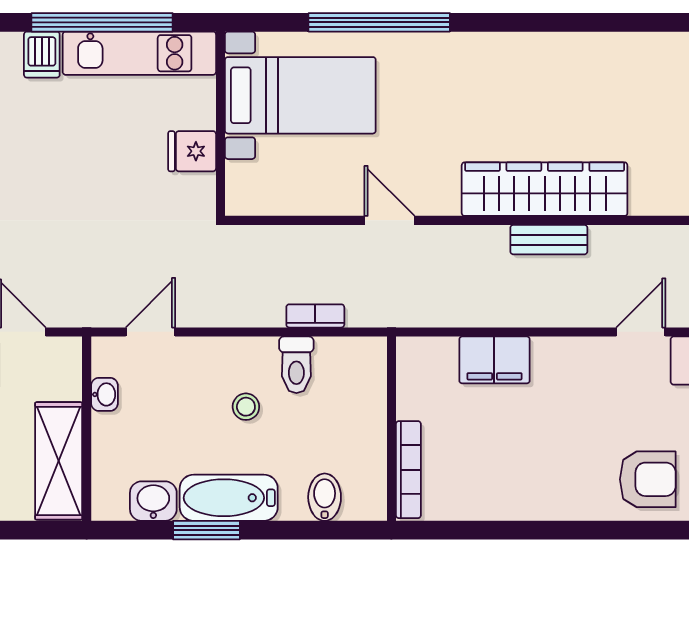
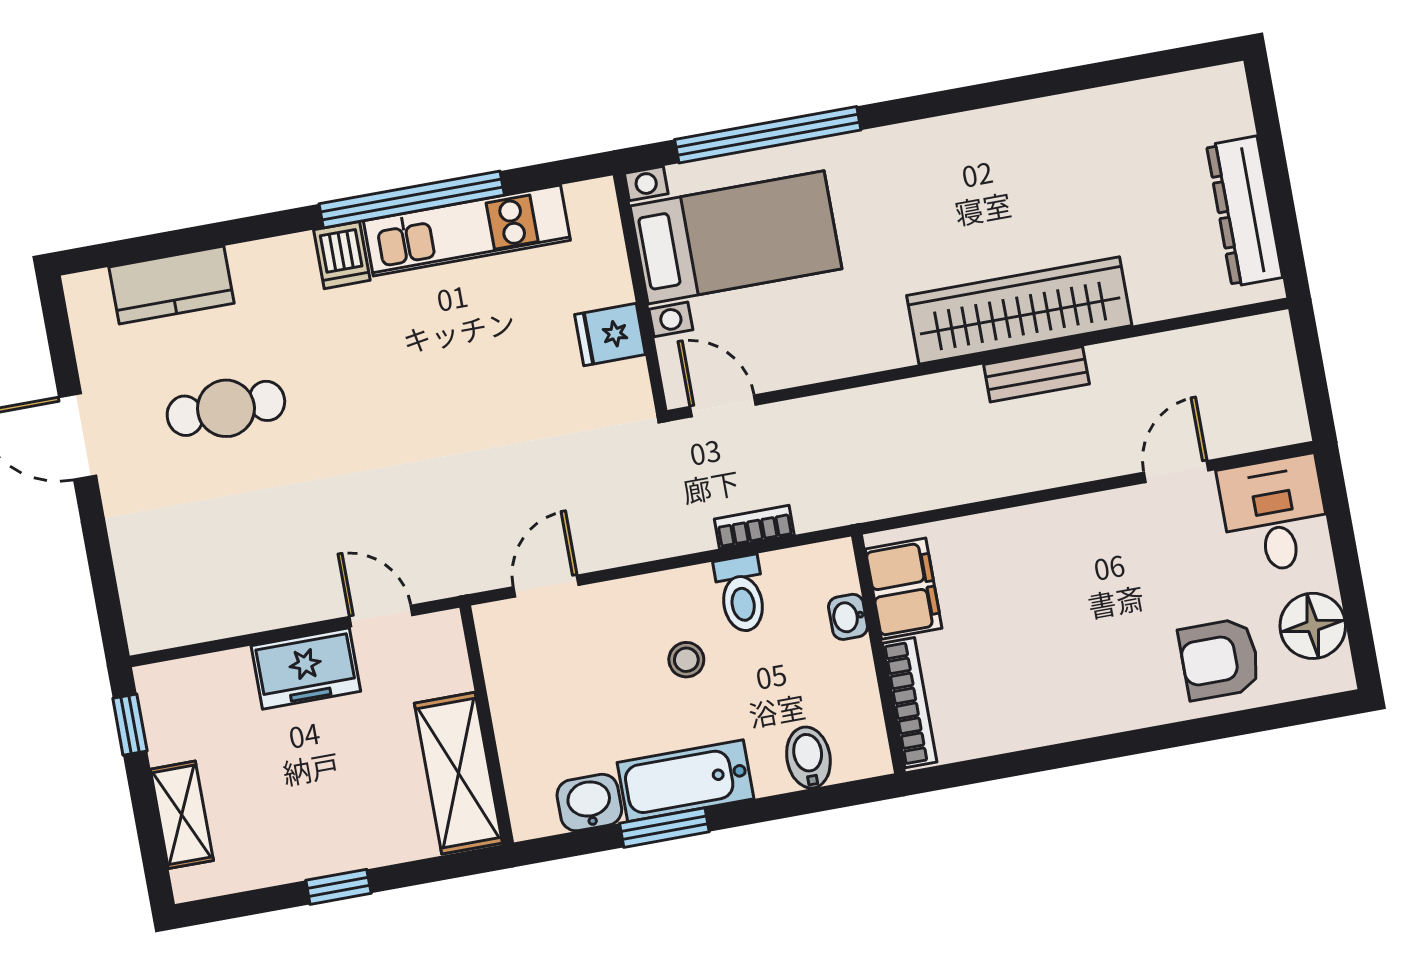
bed with nightstands: (300, 95) -> (736, 237), moved
wall: (220, 124) -> (640, 293), moved
fridge: (192, 151) -> (610, 335), moved
door: (389, 220) -> (723, 406), moved
filing cabinet: (494, 360) -> (904, 589), moved, turned -90
washbasin: (104, 394) -> (848, 617), moved, turned 180
armchair: (648, 479) -> (1219, 659), turned 180

